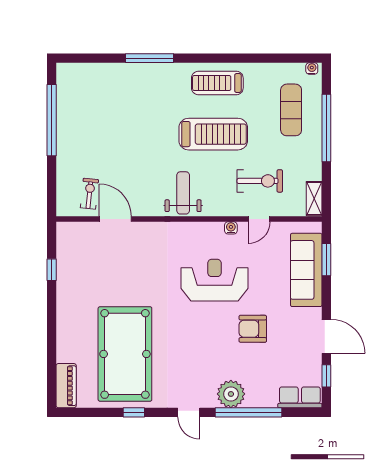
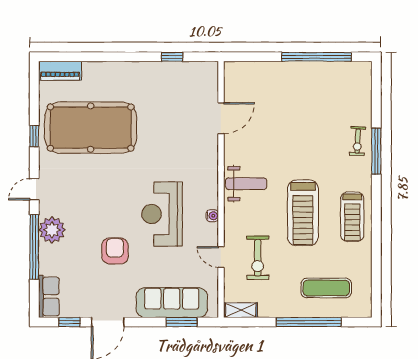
water cooler: (312, 68) -> (366, 308), removed
treadmill: (217, 83) -> (352, 217), turned 180
exercise bike: (89, 194) -> (358, 141), moved, turned 87
water cooler: (231, 228) -> (212, 216), moved
reception desk: (214, 280) -> (162, 214), turned 180

